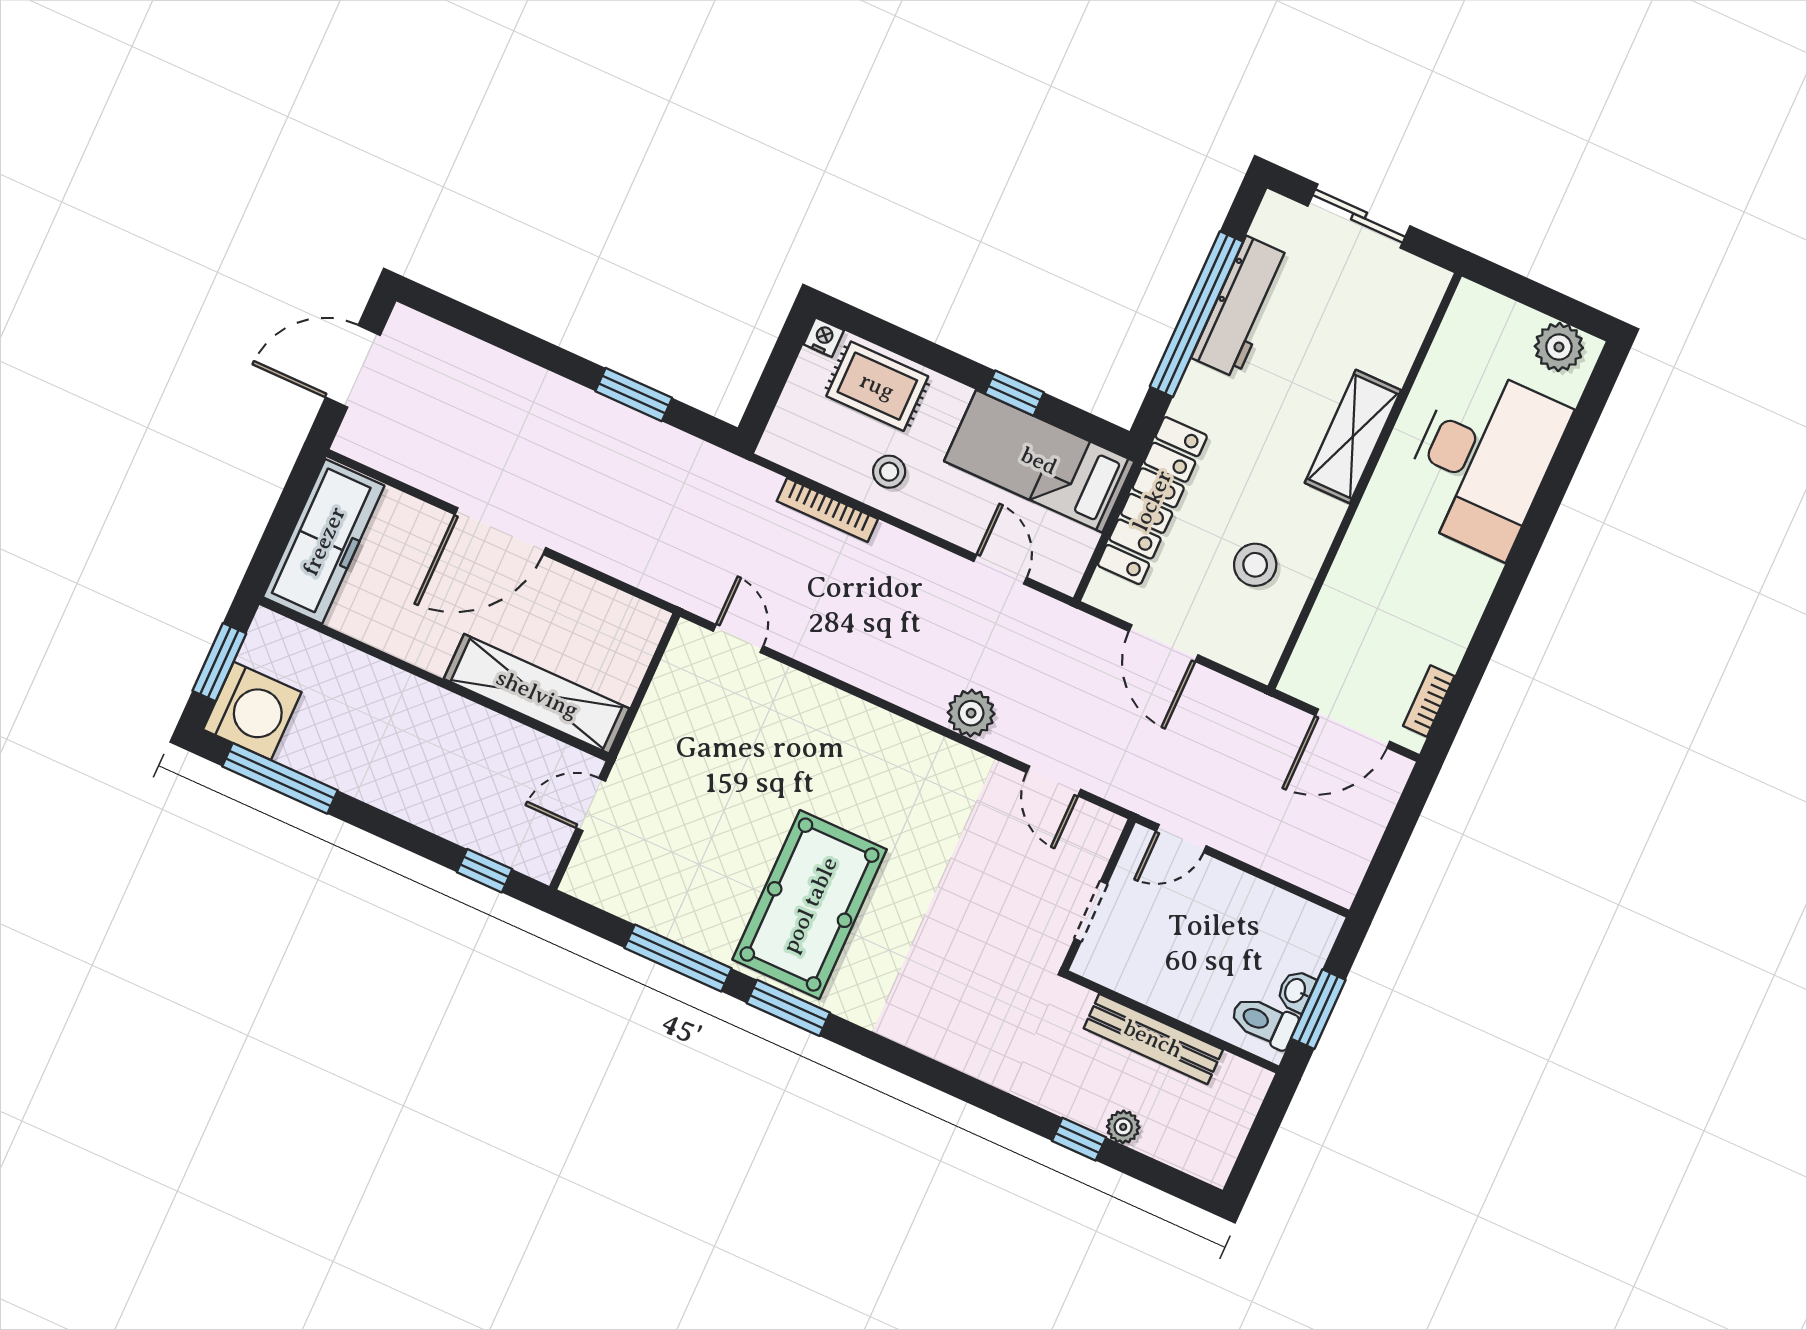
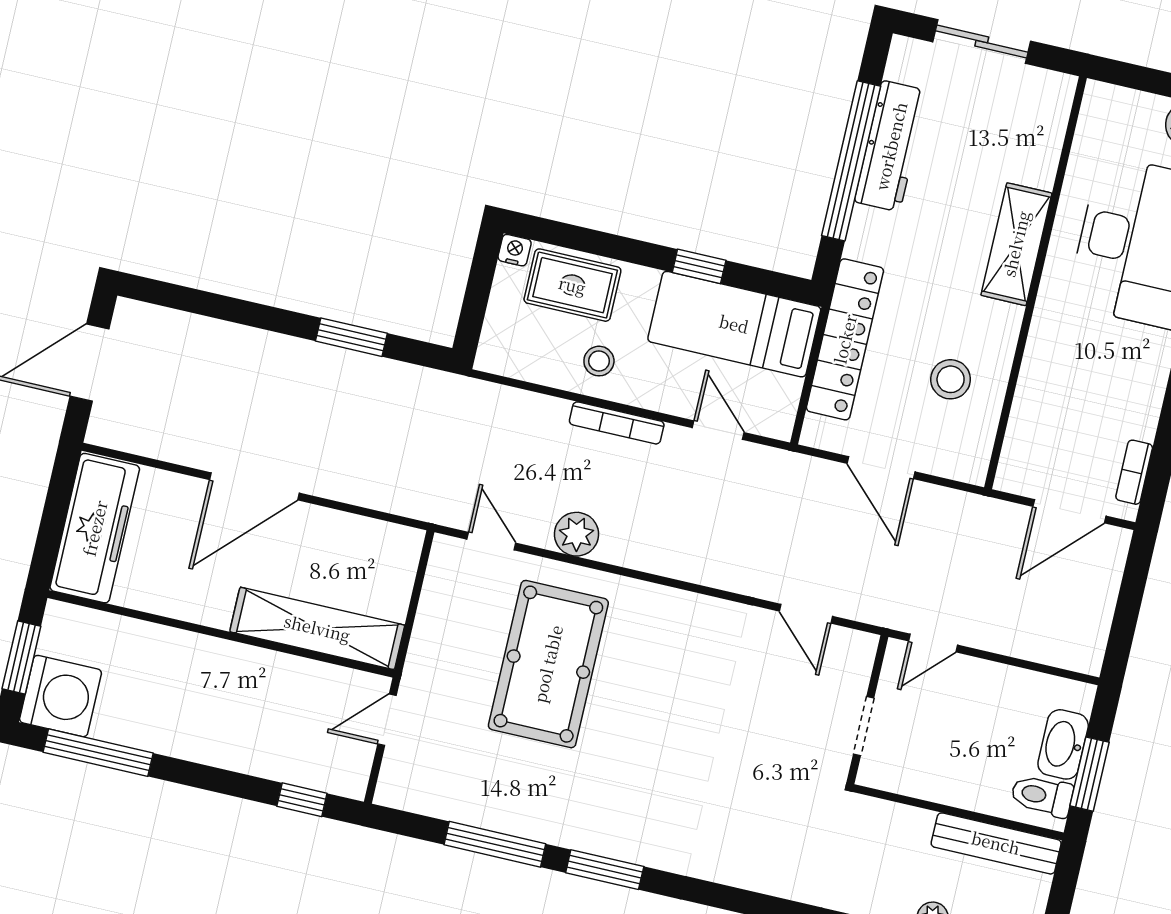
bookcase: (827, 510) -> (617, 423), moved
plant: (971, 713) -> (576, 534), moved
pool table: (810, 905) -> (548, 664), moved
washbasin: (1296, 991) -> (1063, 744), width x1.91, depth x1.45
bench: (1153, 1039) -> (996, 843), moved

